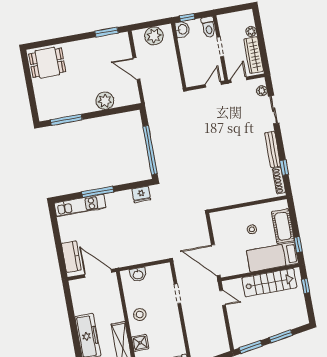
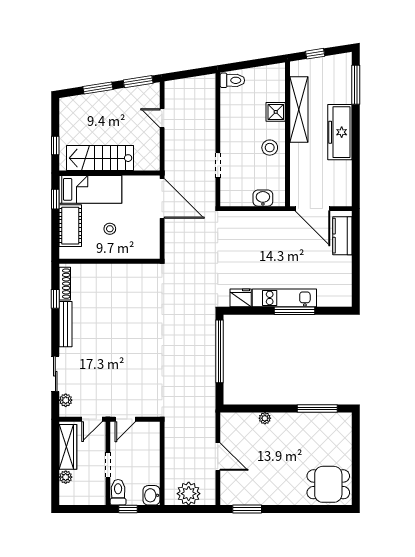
window: (187, 18) -> (128, 509), moved
plant: (105, 101) -> (265, 418), width x0.53, depth x0.53
kitchen unit: (80, 205) -> (284, 298), moved
door: (223, 298) -> (162, 118), moved

